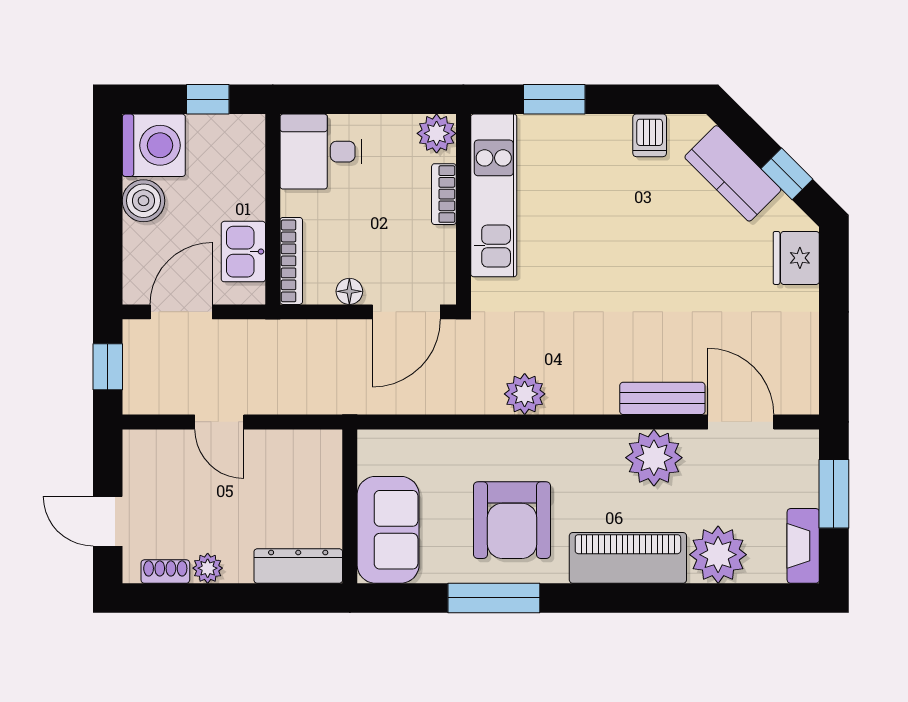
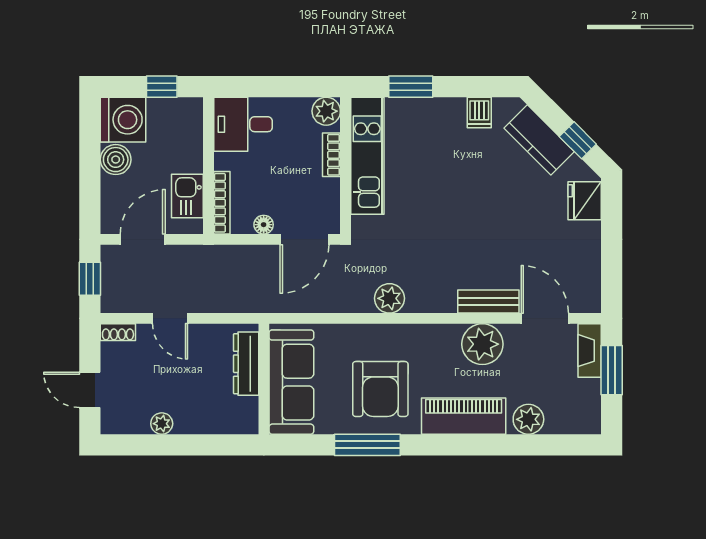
sofa: (388, 530) -> (291, 382), width x1.36
fireplace: (803, 546) -> (590, 351), moved
plant: (718, 555) -> (528, 419), width x0.73, depth x0.73
dresser: (298, 566) -> (246, 364), moved, turned -90
shoe rack: (165, 572) -> (118, 332), moved, turned 180

